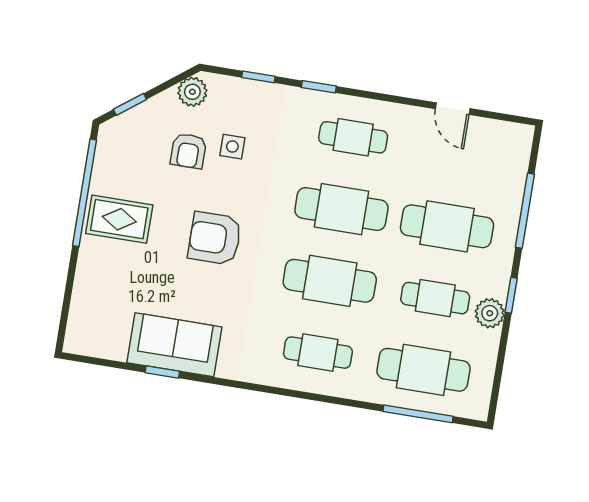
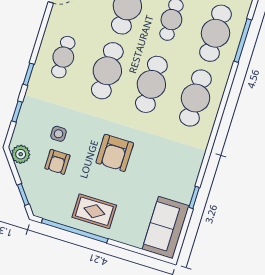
armchair: (188, 151) -> (57, 162), turned 90
rug: (119, 219) -> (94, 211), turned 90
sofa: (174, 345) -> (166, 227), moved
cafe table: (318, 353) -> (195, 98), width x1.37, depth x1.35

